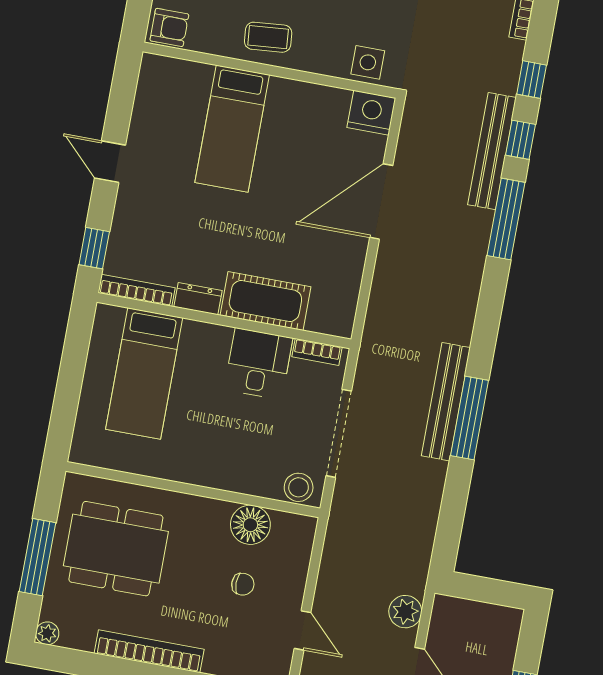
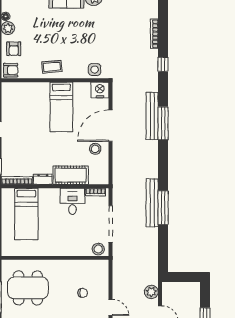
bed: (232, 129) -> (61, 107), moved
window: (521, 140) -> (163, 90), removed
bench: (492, 151) -> (152, 116), moved
stool: (335, 250) -> (95, 149), added
floor lamp: (250, 525) -> (81, 268), removed

